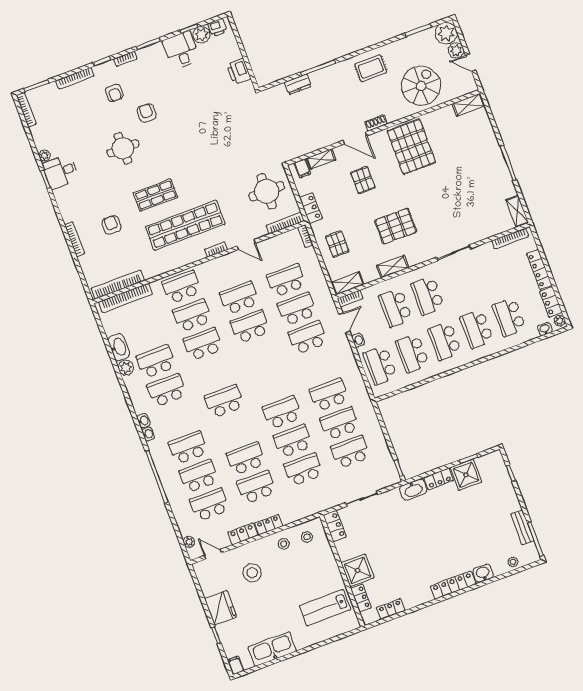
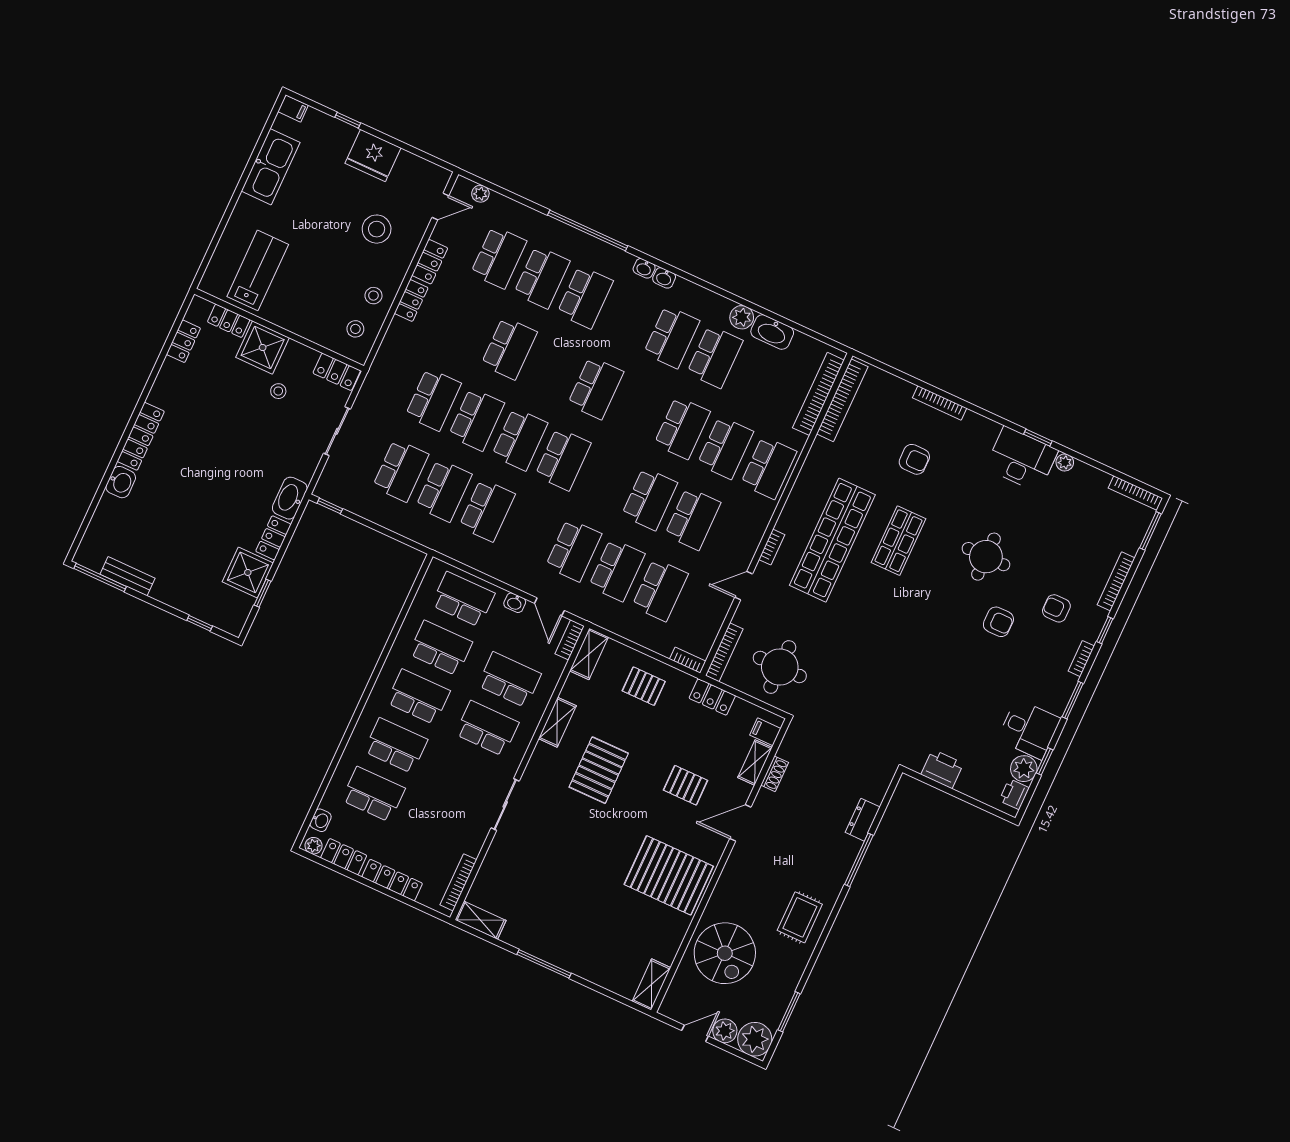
shoe rack: (376, 123) -> (775, 774), moved
desk: (61, 172) -> (1022, 459), width x1.37
school desk: (256, 487) -> (563, 459), moved
stool: (513, 562) -> (278, 391), moved

